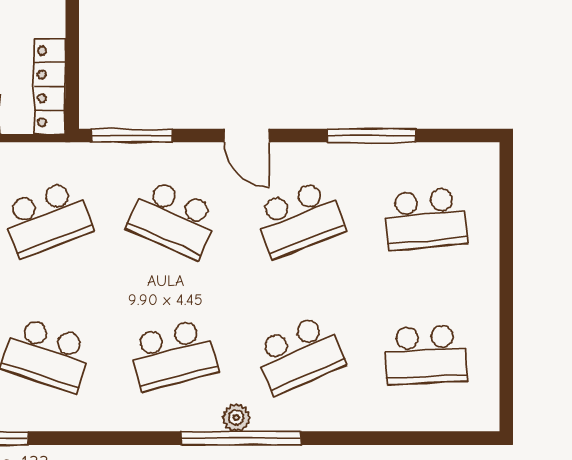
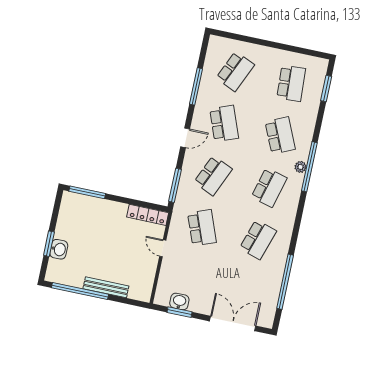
school desk: (426, 219) -> (235, 71), turned 30
school desk: (173, 355) -> (269, 188), turned 30
window: (431, 438) -> (326, 89), added

